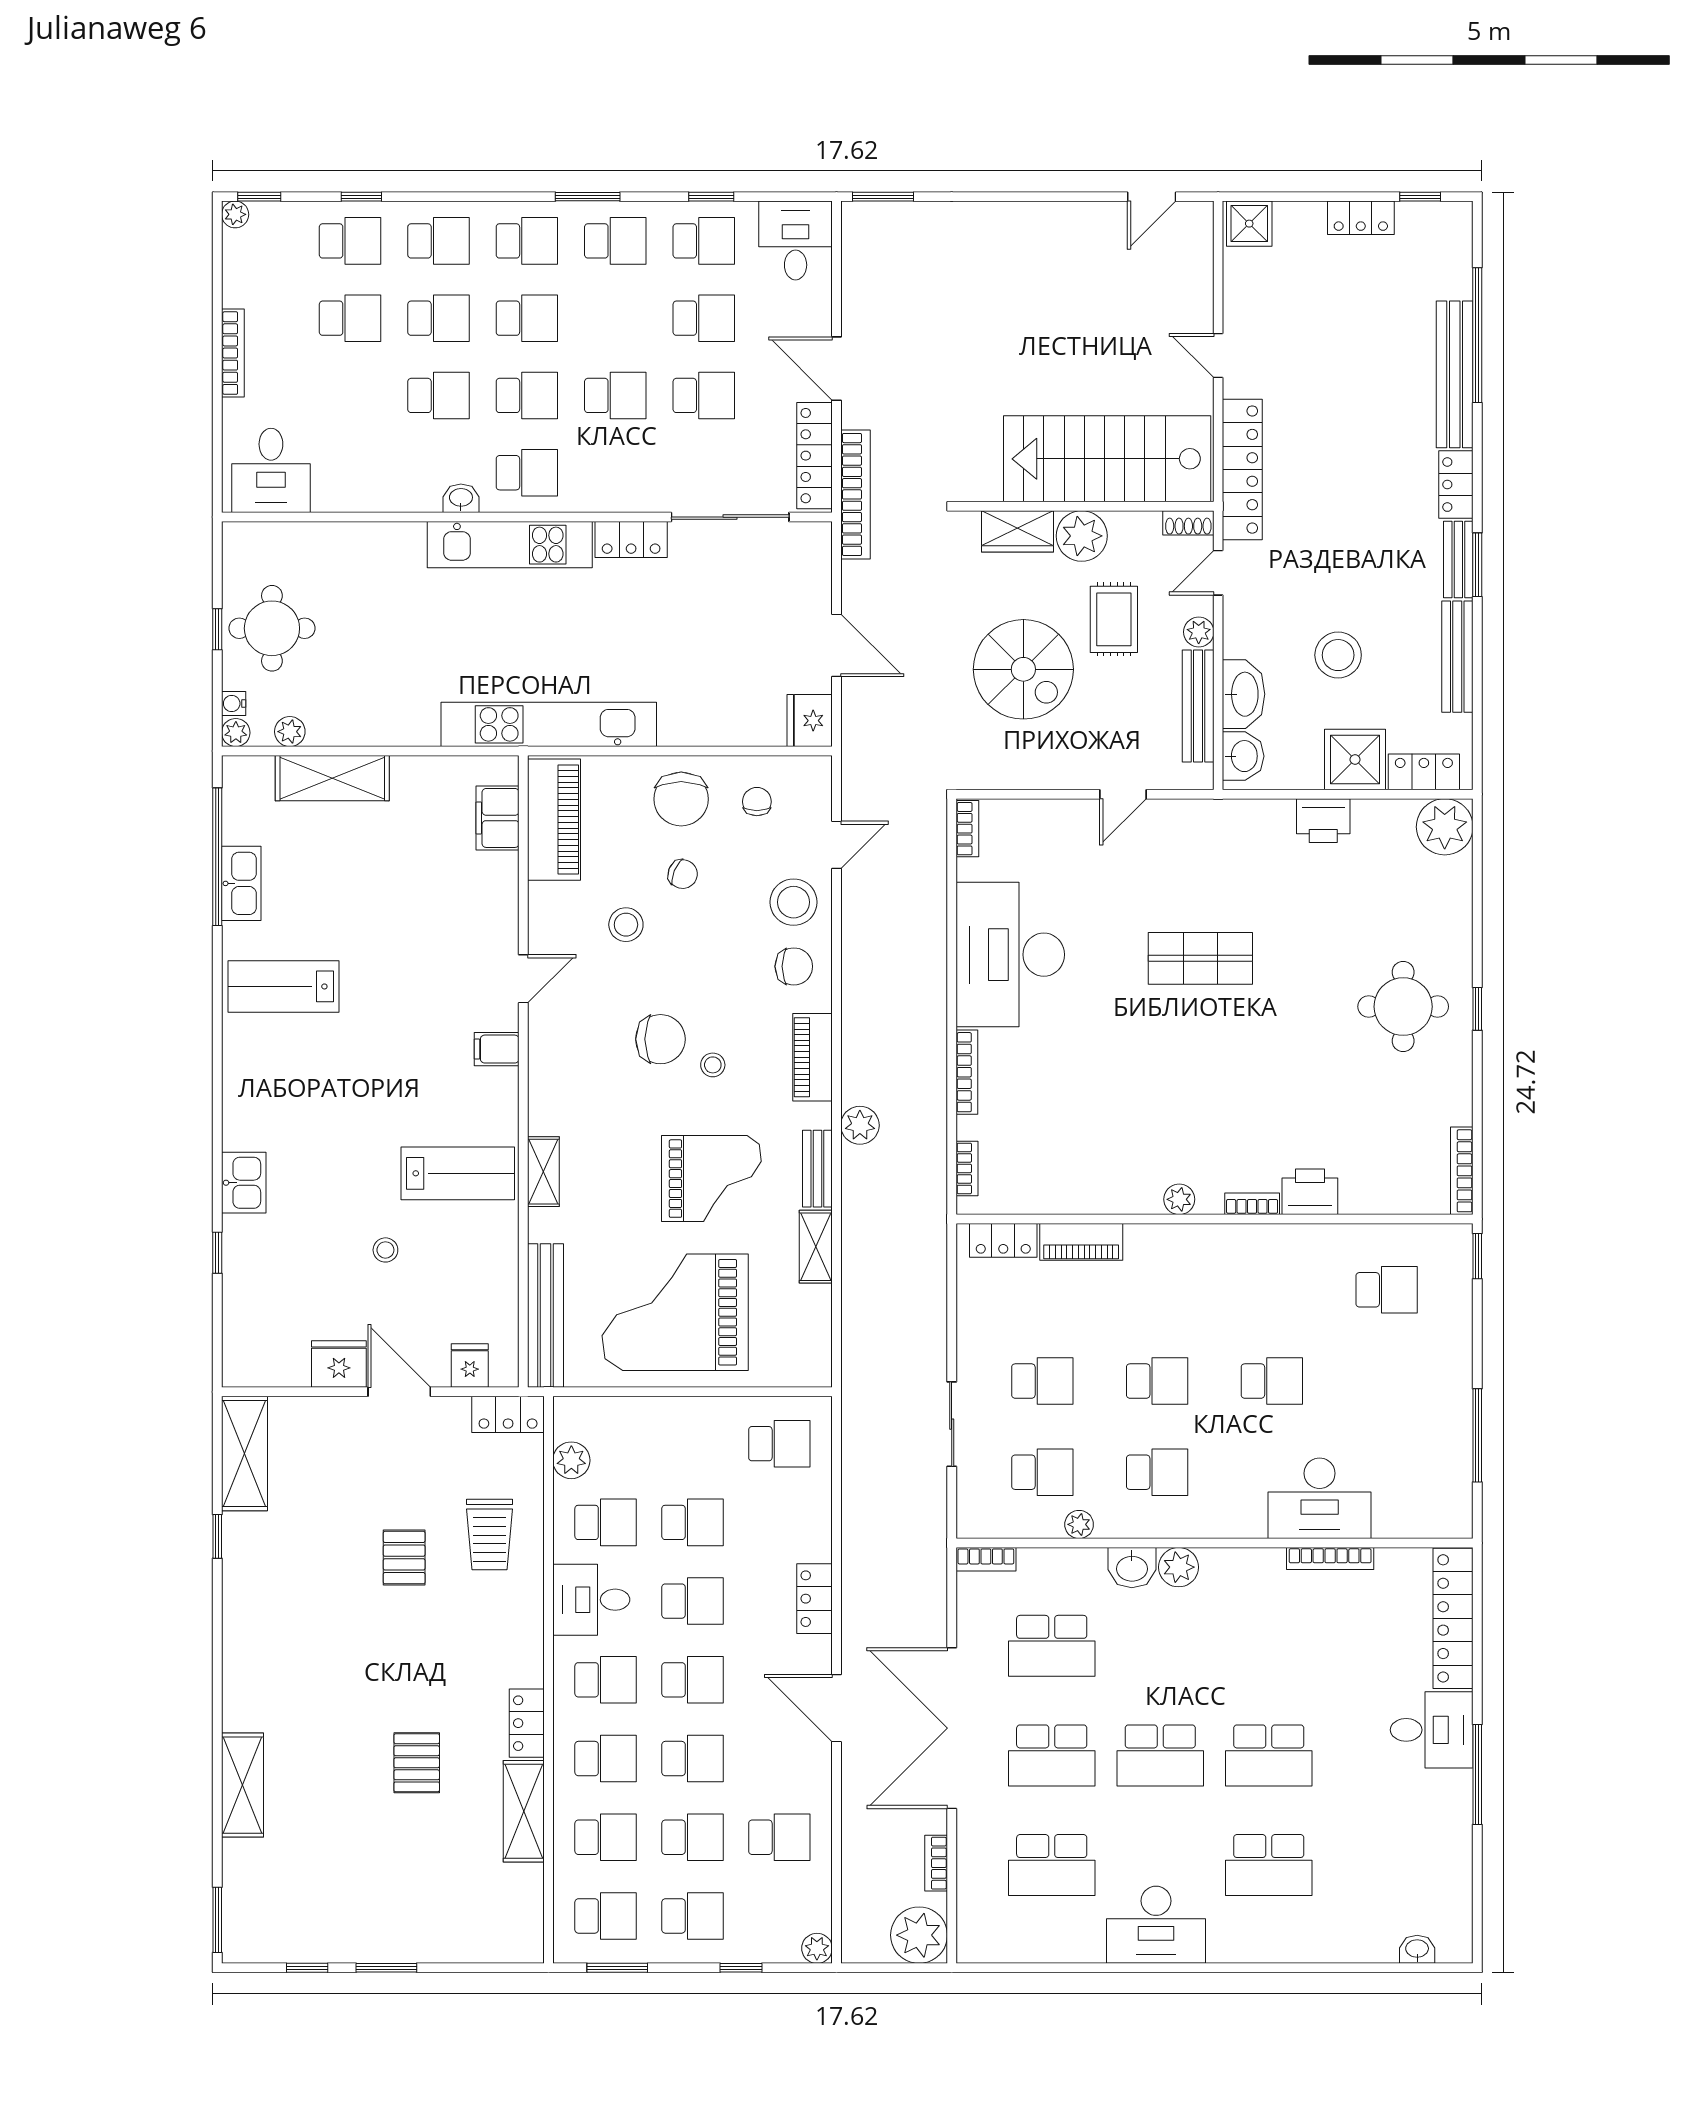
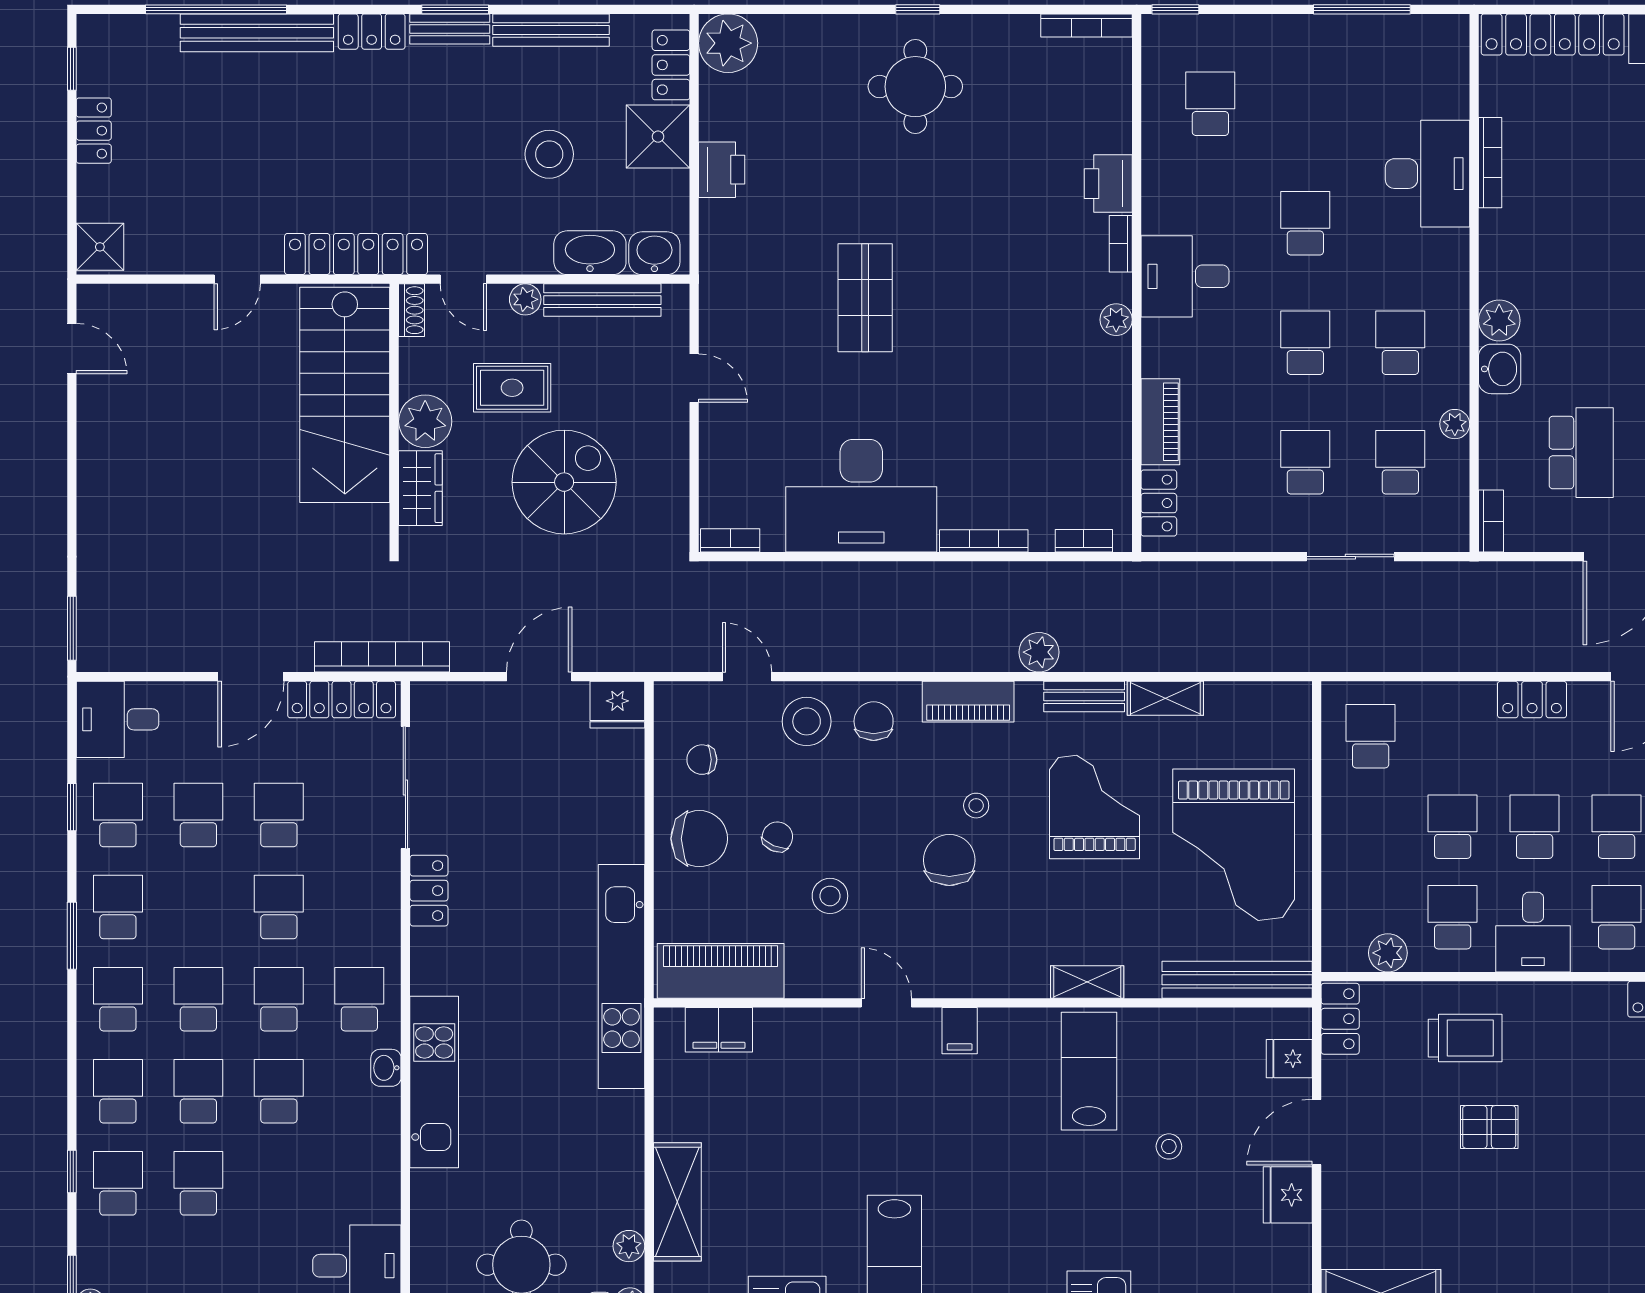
kitchen unit: (510, 545) -> (434, 1082), moved
desk: (1221, 1266) -> (1185, 276), added

